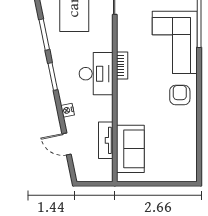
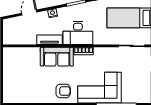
tv unit: (106, 140) -> (50, 40), moved
sofa: (130, 149) -> (57, 57), moved

